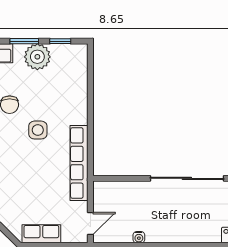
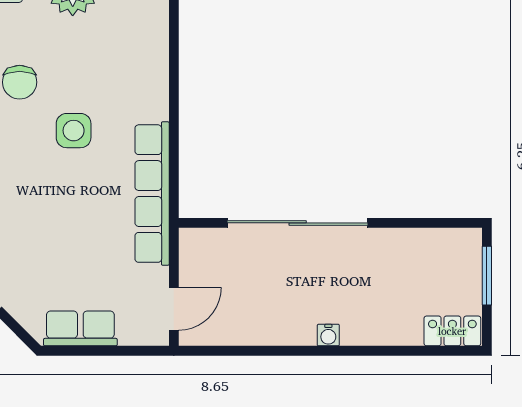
sliding door: (187, 178) -> (298, 223), moved
water cooler: (139, 237) -> (328, 335), moved

